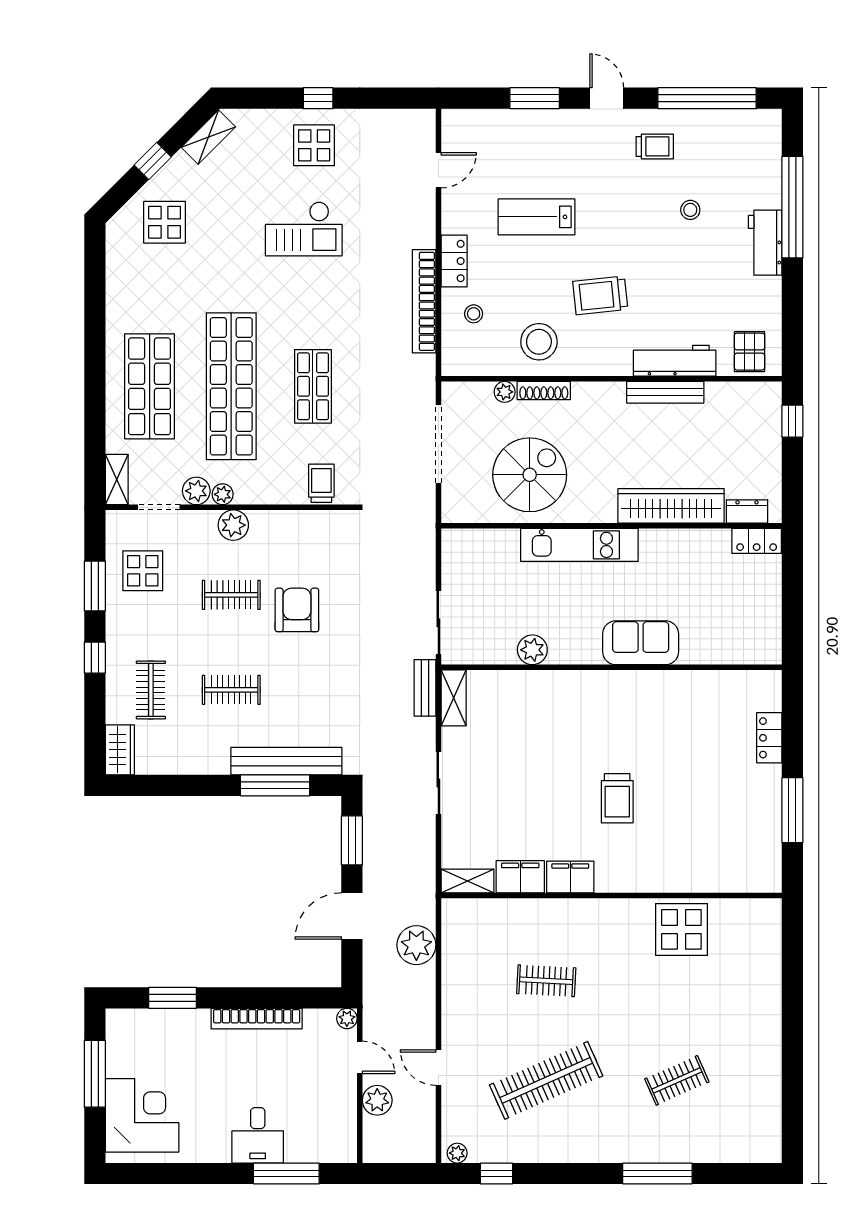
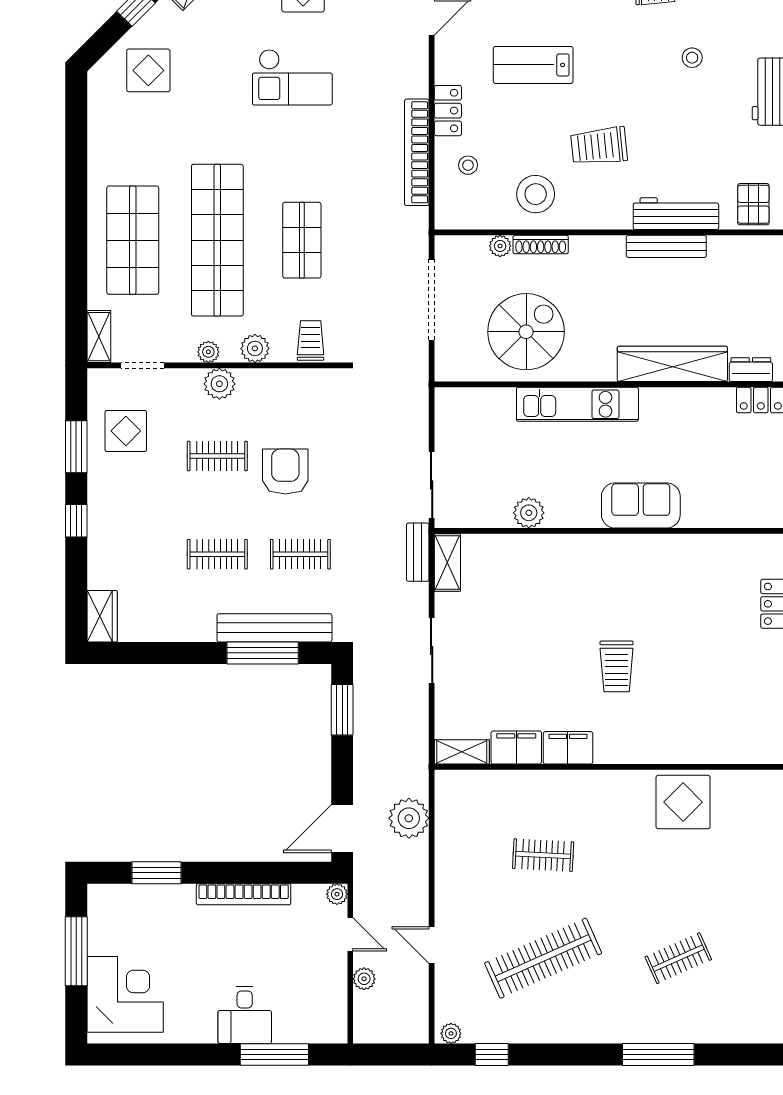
plant: (196, 491) -> (255, 348), moved
clothes rail: (151, 690) -> (300, 554), moved, turned 90
door: (352, 916) -> (342, 829), moved
plant: (377, 1100) -> (364, 979), width x0.73, depth x0.73

